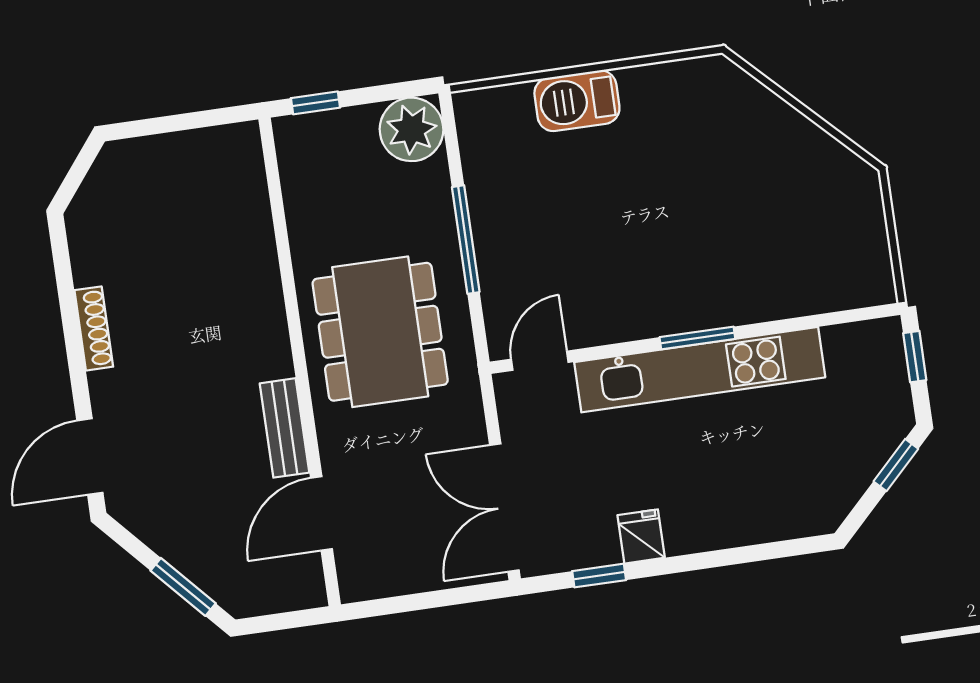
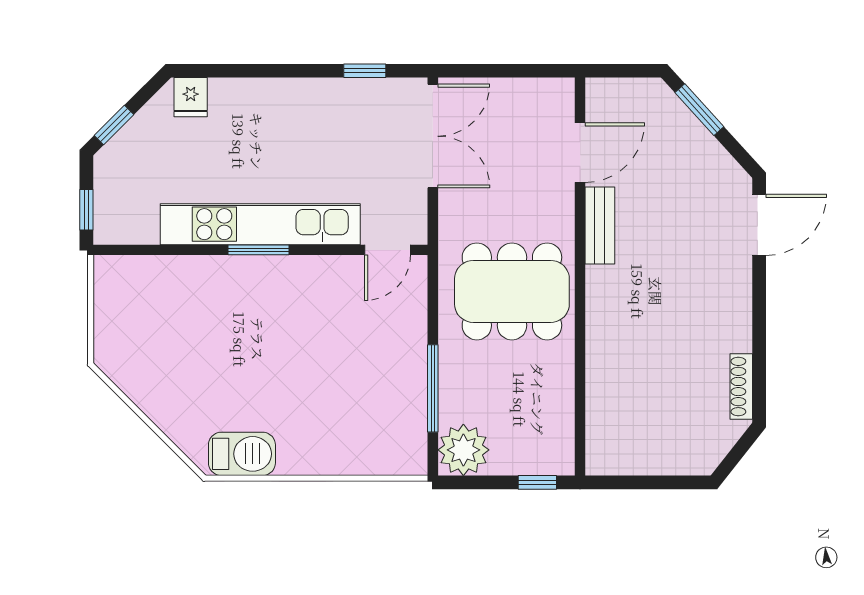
barbecue: (577, 101) -> (242, 454), moved
window: (466, 240) -> (433, 388), moved
shoe rack: (94, 328) -> (741, 387), moved
dining table: (380, 332) -> (512, 291), turned 90
fridge: (641, 536) -> (191, 97), moved

